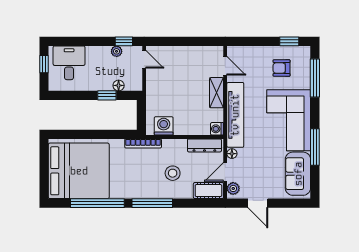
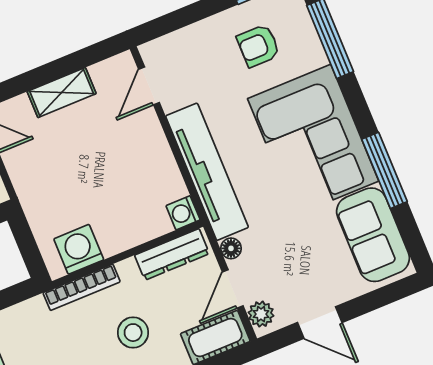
door: (225, 66) -> (149, 86), swing flipped
shelving: (217, 93) -> (62, 93), moved, turned 90
bookcase: (143, 143) -> (82, 287), moved

